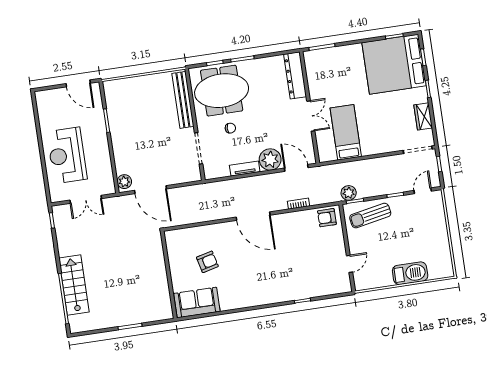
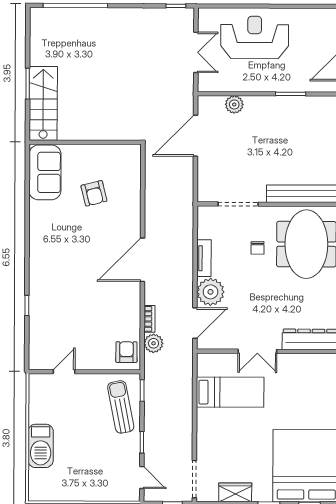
plant: (124, 182) -> (234, 104), moved
plant: (349, 193) -> (154, 343), moved
double door: (86, 199) -> (196, 52), swing flipped
door: (350, 264) -> (64, 372), swing flipped
stairs: (74, 285) -> (43, 103), moved, turned -90

